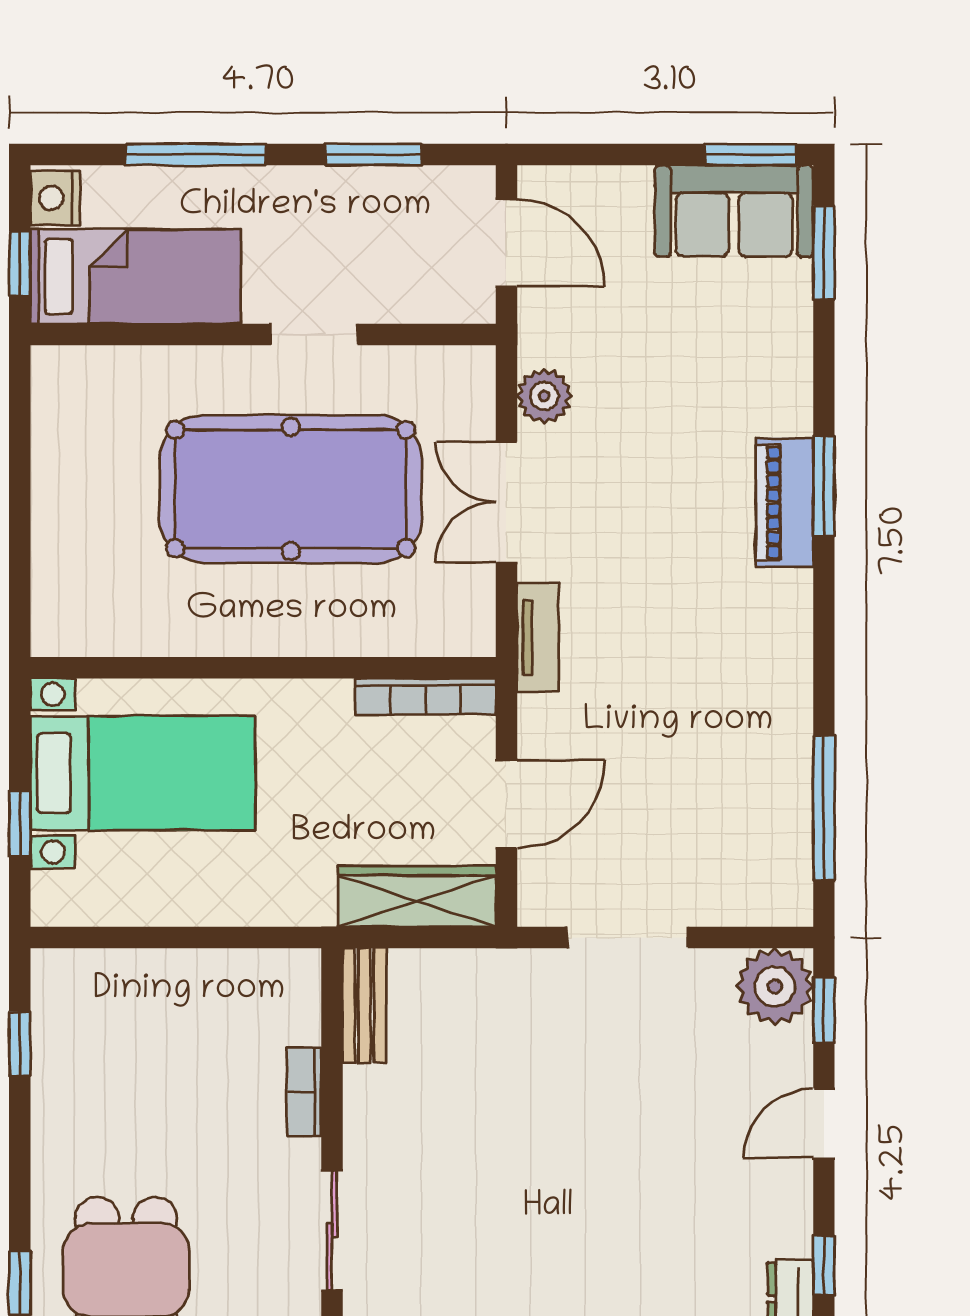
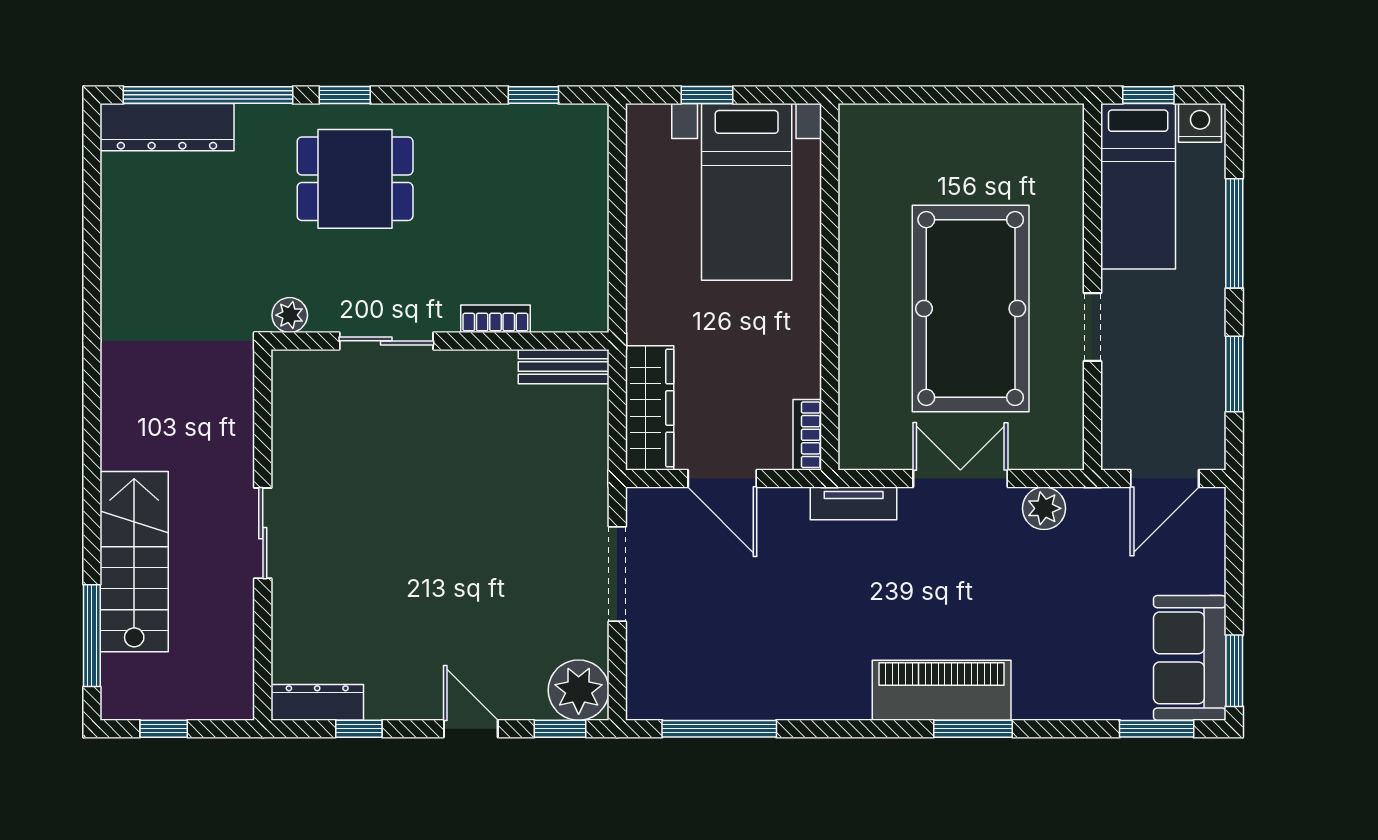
piano: (785, 502) -> (942, 690), width x1.37, depth x1.33
bookcase: (426, 696) -> (807, 435), width x0.64

